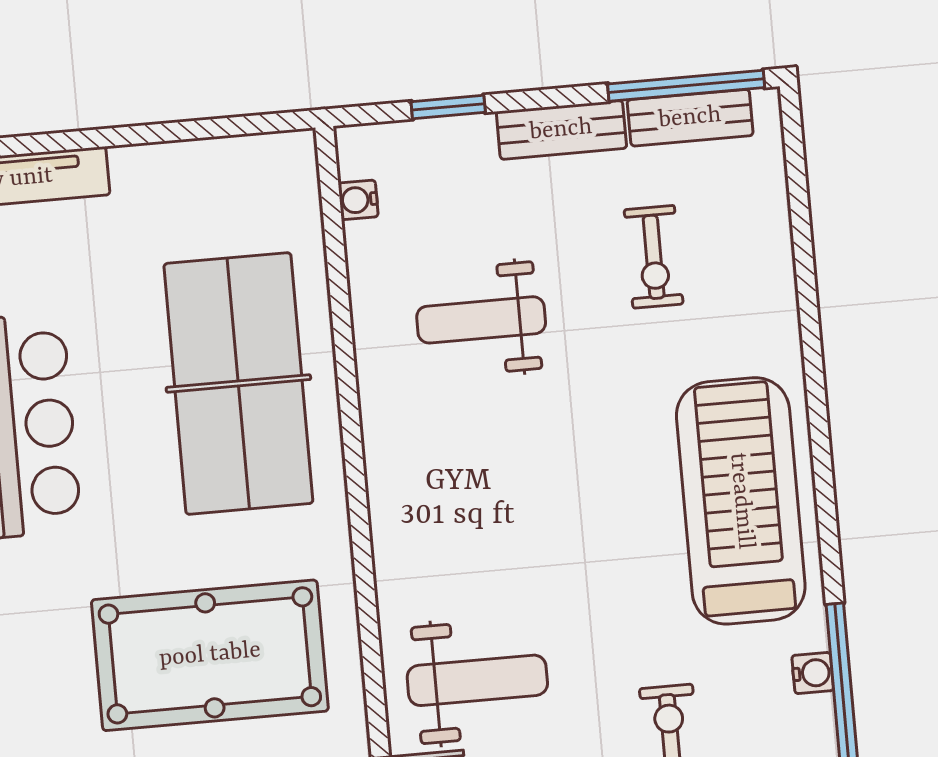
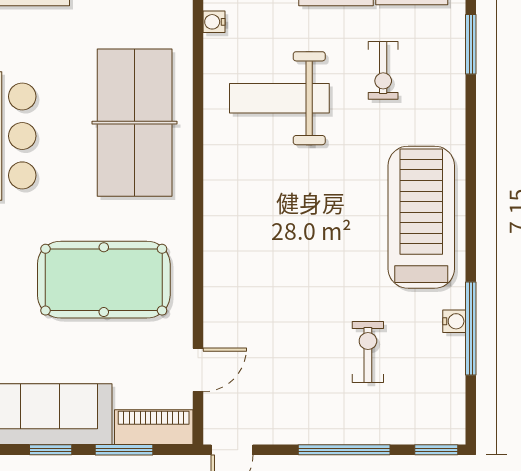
window: (799, 199) -> (471, 44), added
weight bench: (481, 320) -> (279, 98), width x1.36, depth x1.33
weight bench: (477, 680) -> (258, 308), removed

